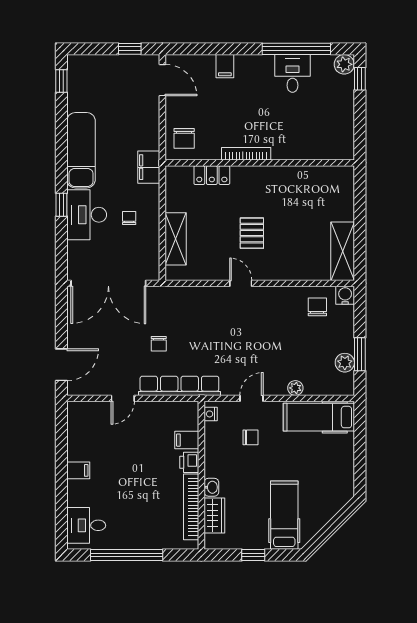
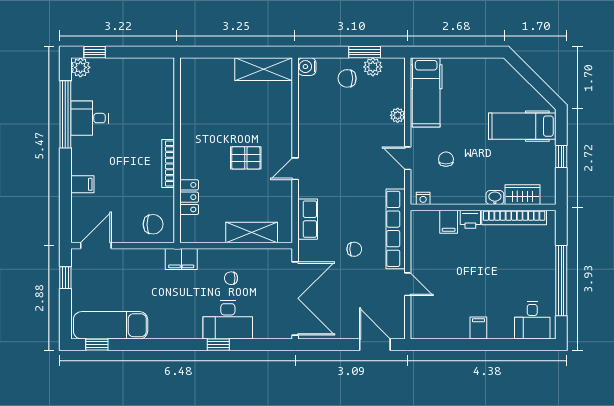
exam couch: (81, 150) -> (111, 325), moved
row of seats: (189, 296) -> (308, 219), added
chair: (317, 307) -> (347, 78), moved

